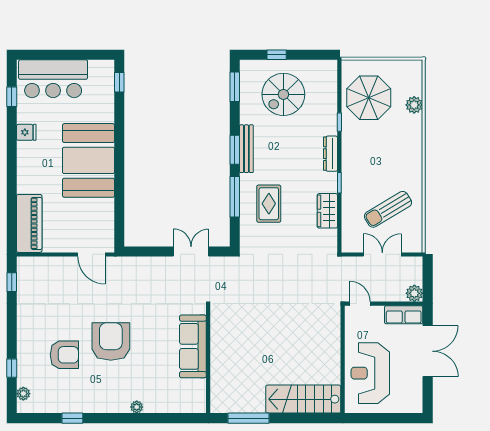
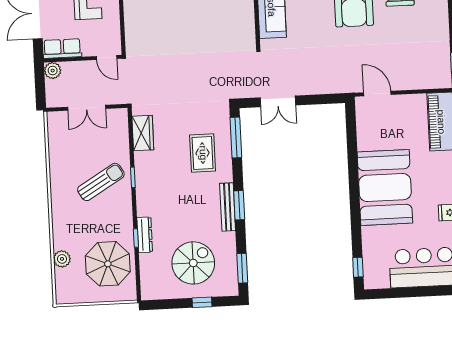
dresser: (331, 154) -> (145, 235), moved
window: (235, 197) -> (236, 137), moved
sun lounger: (388, 209) -> (101, 182), moved
wardrobe: (327, 211) -> (143, 133), moved

